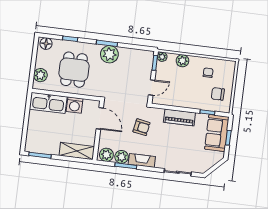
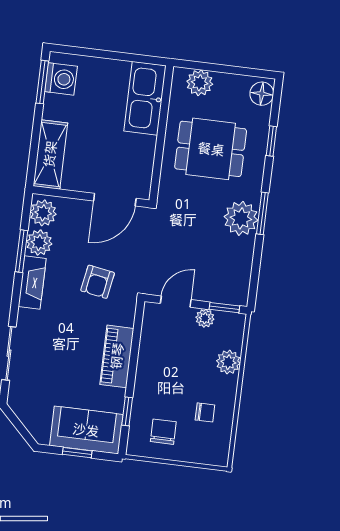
plant: (162, 57) -> (205, 318), moved
door: (152, 87) -> (176, 302), swing flipped
washing machine: (75, 105) -> (61, 79), moved, turned 180

